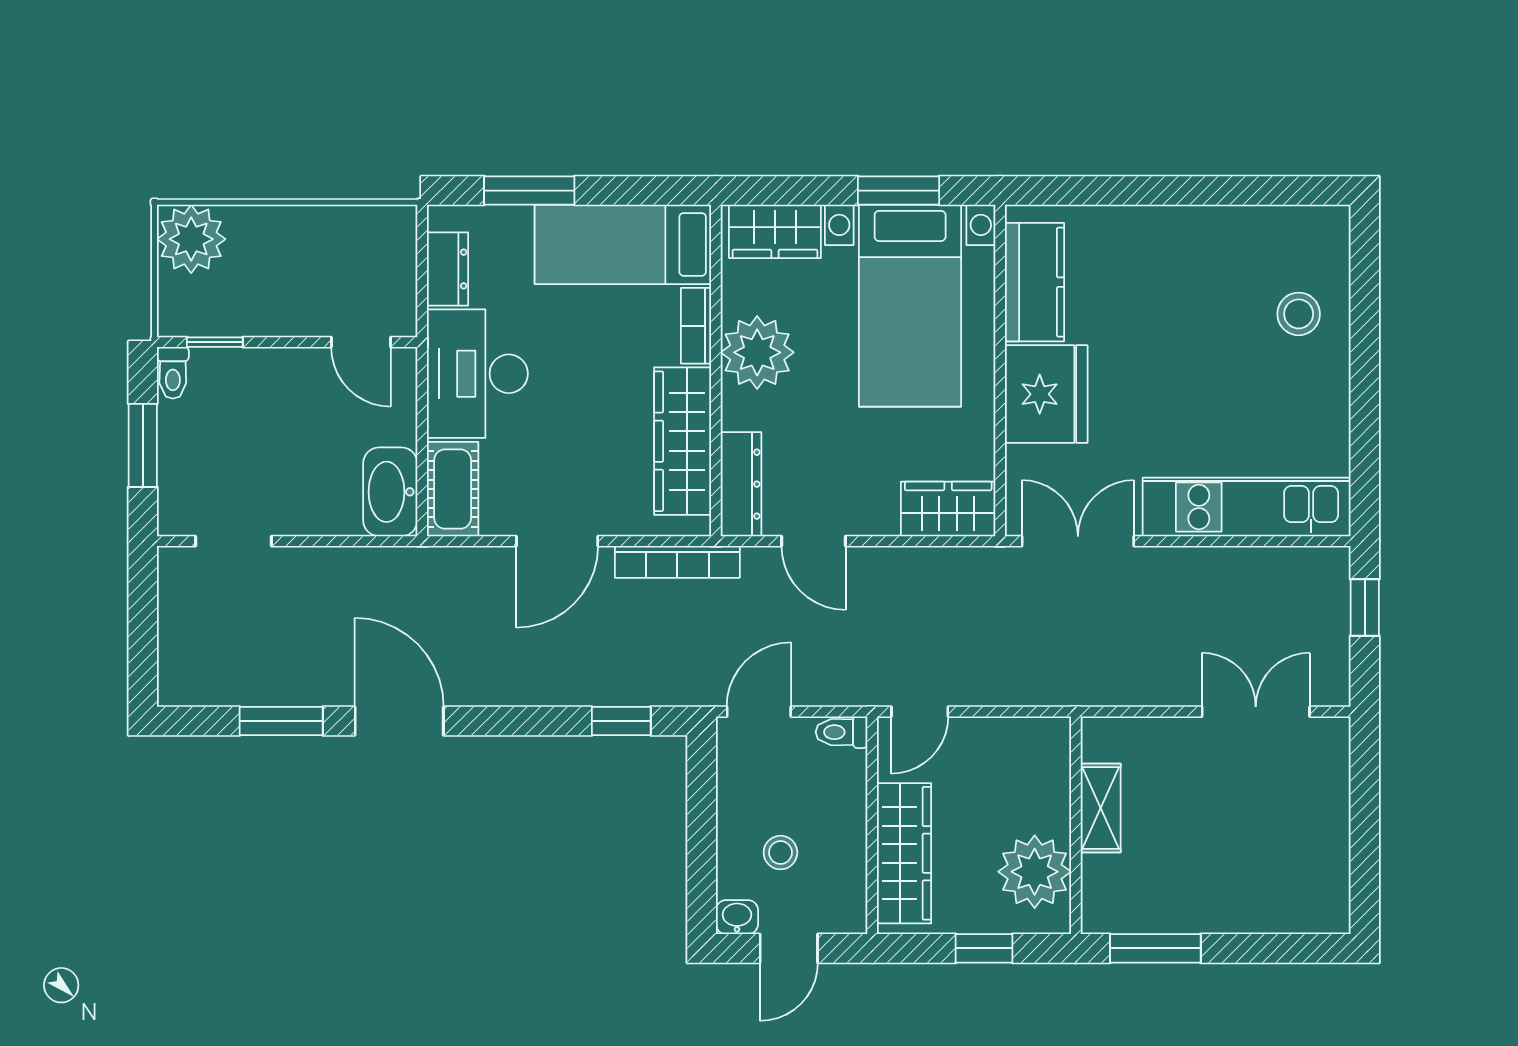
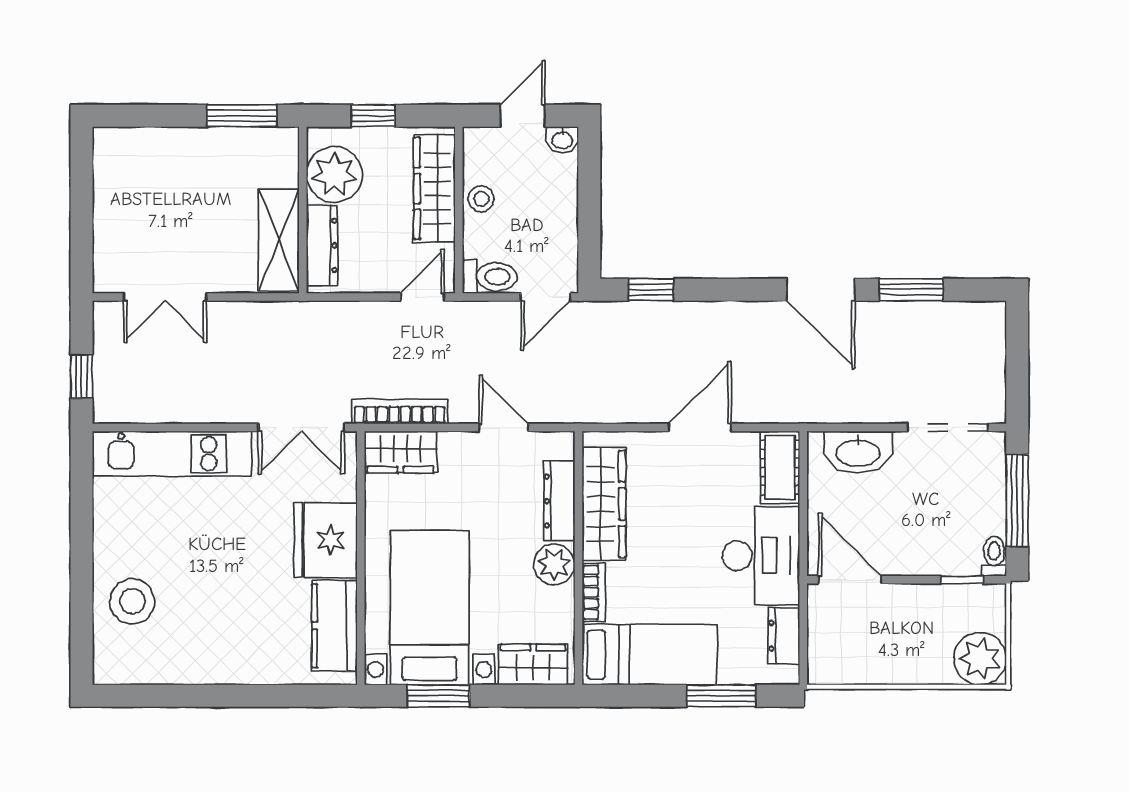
stool: (1299, 314) -> (132, 601), width x1.38, depth x1.38
door: (361, 342) -> (850, 580), width x1.38
plant: (757, 352) -> (554, 564), width x0.73, depth x0.73
window: (143, 445) -> (1017, 501), width x1.44
dresser: (741, 484) -> (559, 501), moved
washbasin: (390, 492) -> (858, 452), moved, turned 90
doorway: (234, 541) -> (948, 428), width x1.38
bookcase: (677, 562) -> (399, 412), moved
toilet: (842, 732) -> (490, 277), width x1.37, depth x1.39
dresser: (1051, 779) -> (322, 245), added
shelving: (1101, 808) -> (279, 240), width x1.50, depth x1.33
stool: (780, 853) -> (481, 199), moved

